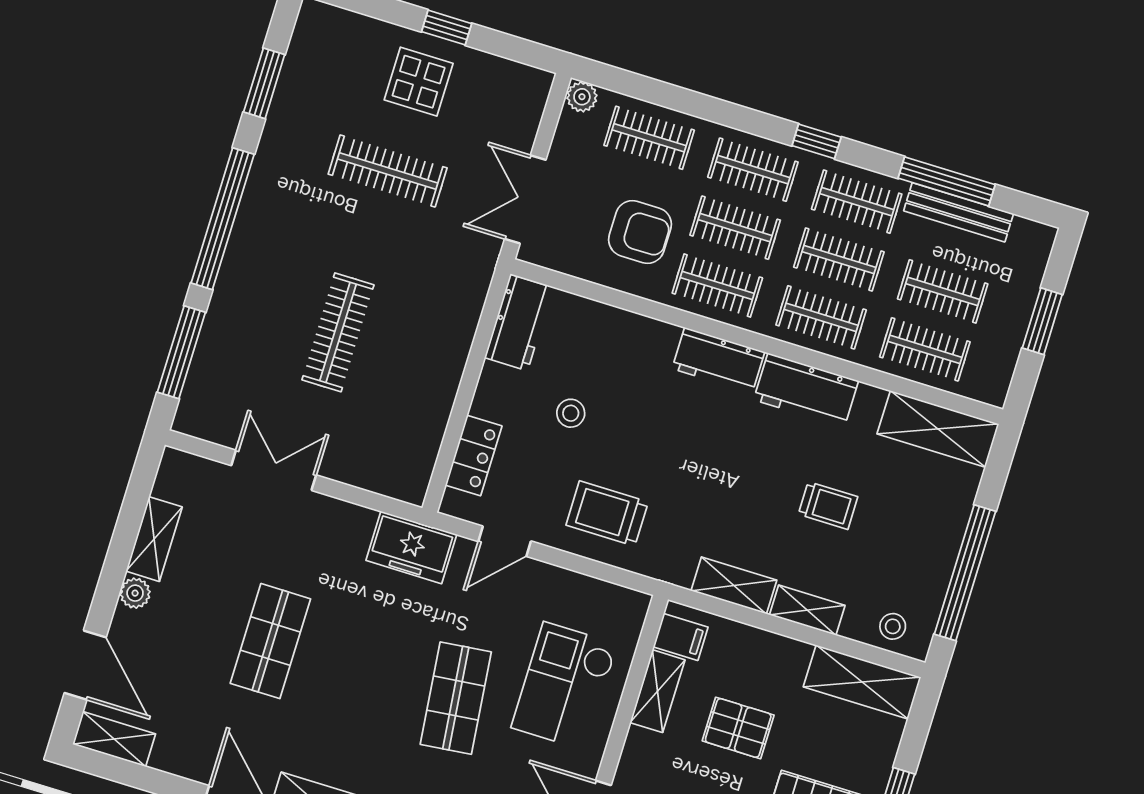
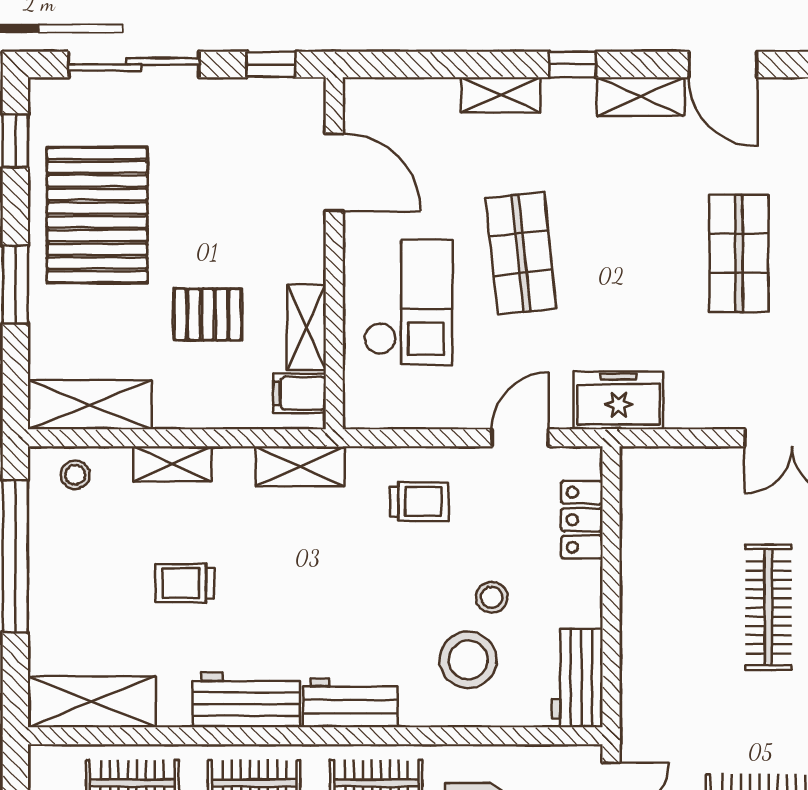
stool: (607, 366) -> (468, 660), added
trolley: (607, 514) -> (419, 502), width x0.73, depth x0.72
shelving: (734, 585) -> (300, 466), moved

